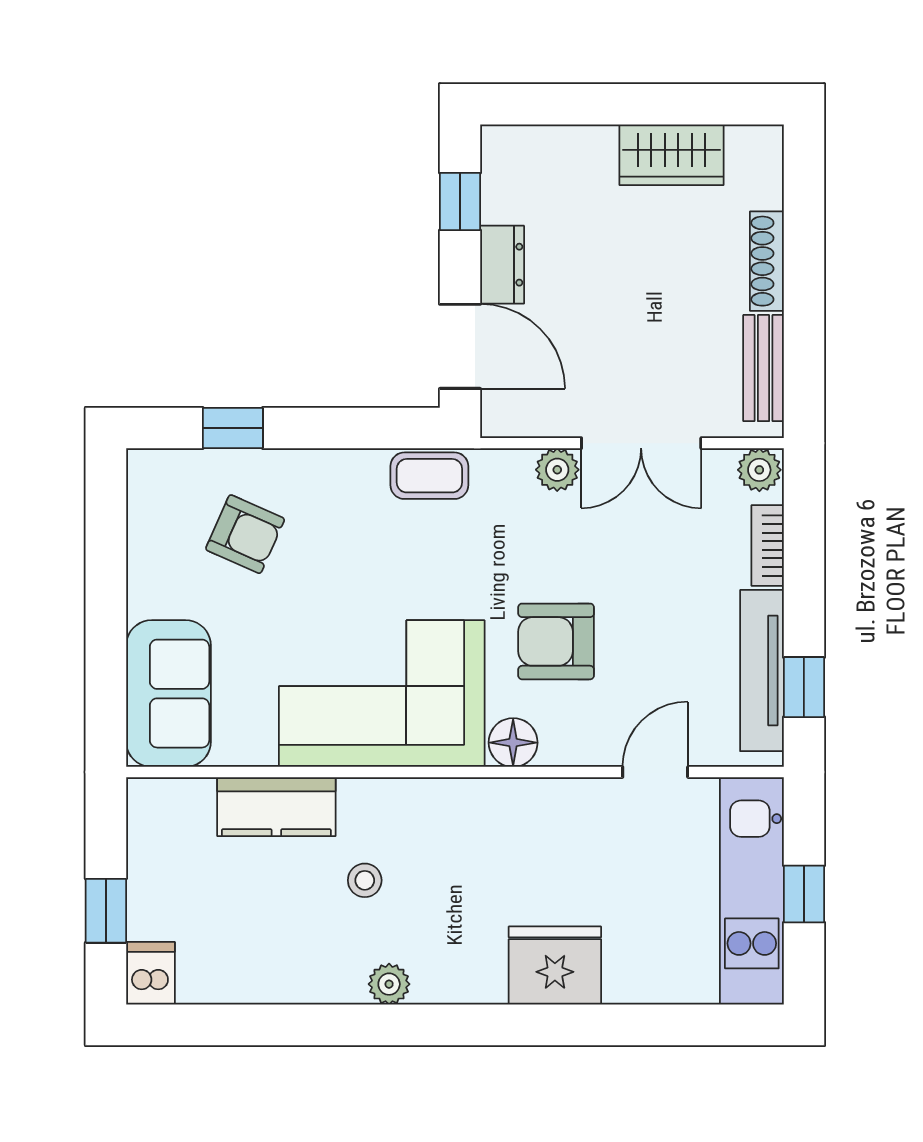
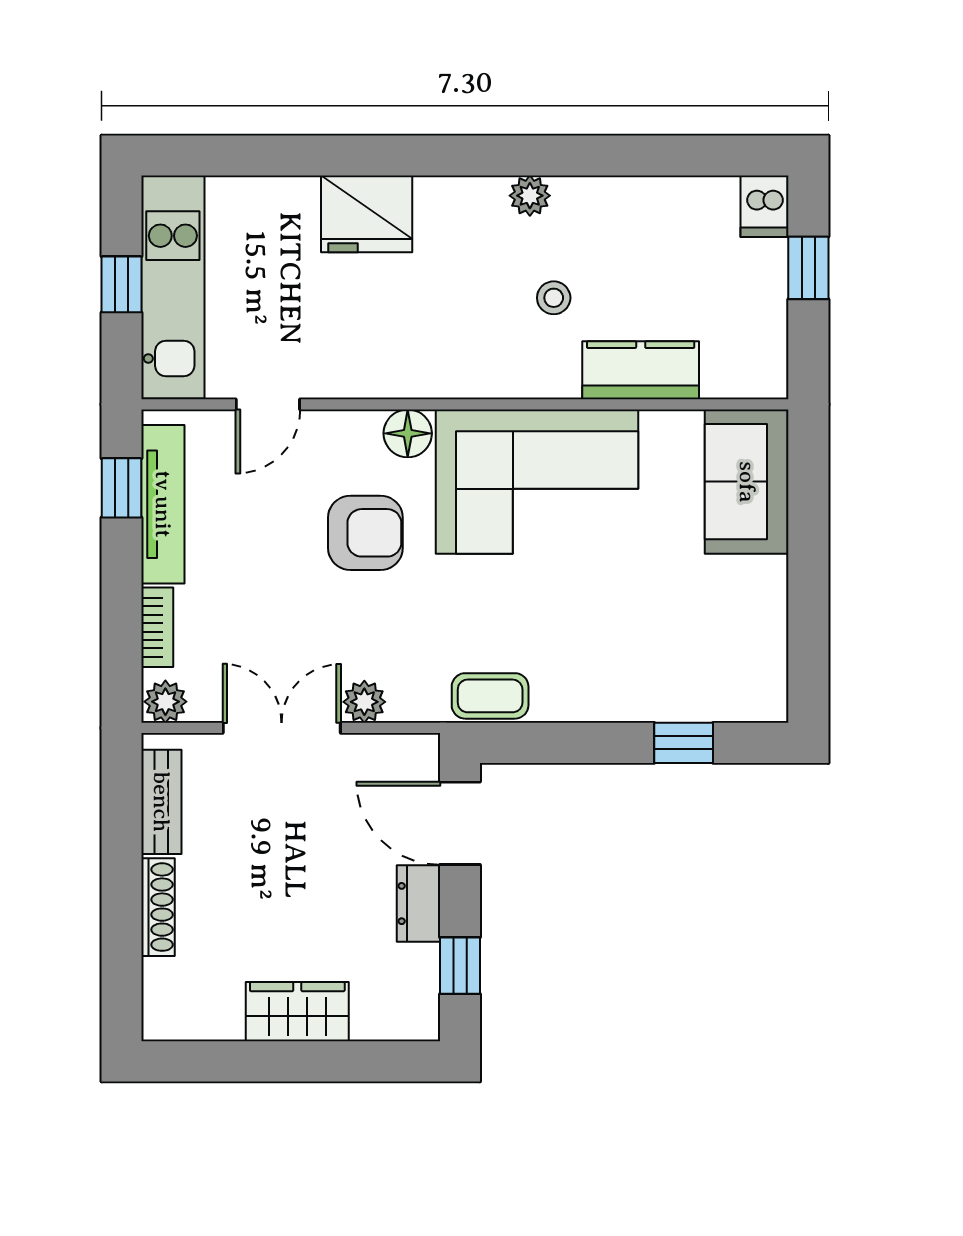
wardrobe: (672, 155) -> (297, 1012), moved
armchair: (245, 534) -> (671, 638), removed

